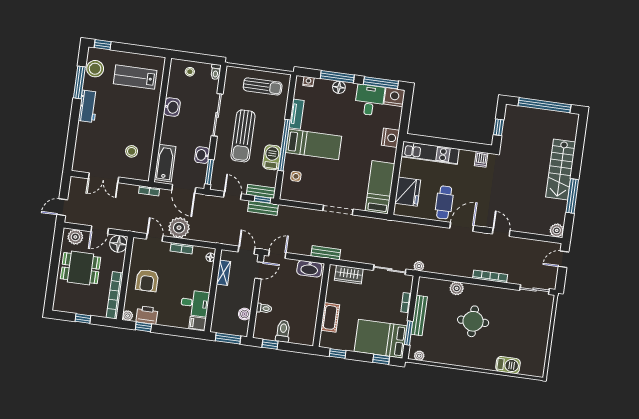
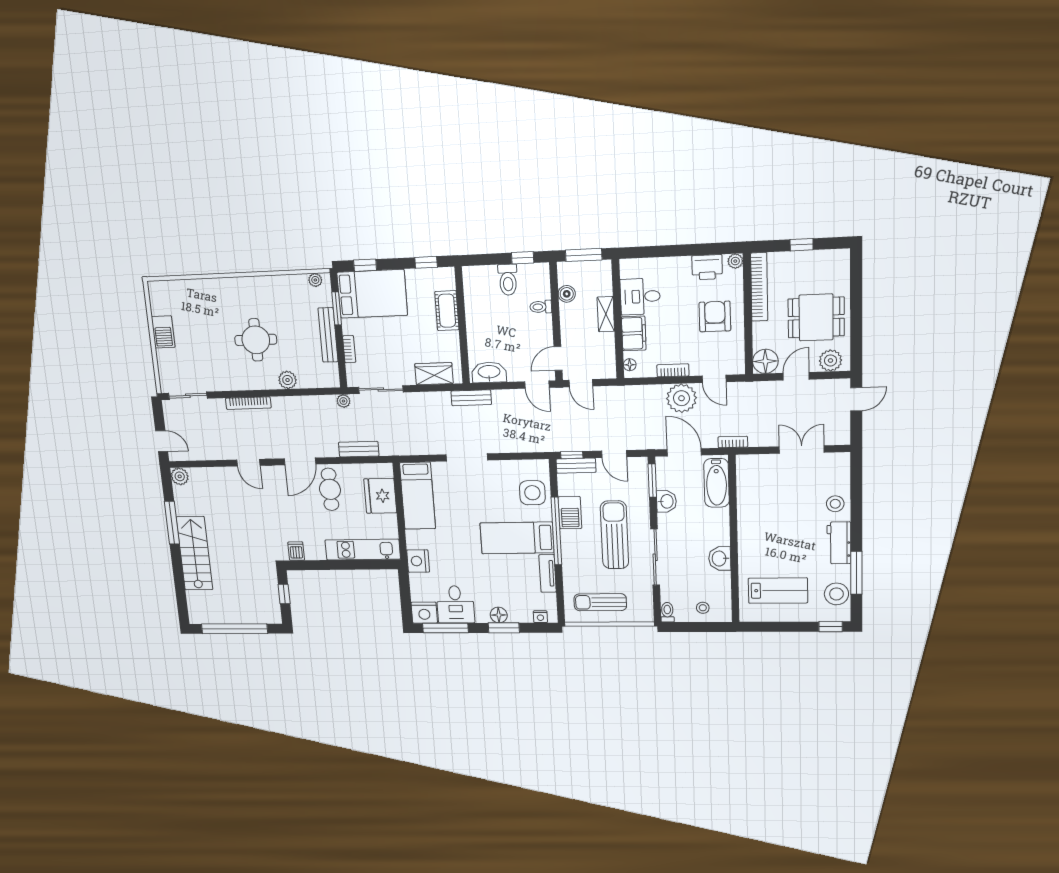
window: (337, 77) -> (504, 628), width x0.69
stool: (132, 151) -> (835, 504), moved
side table: (296, 176) -> (532, 493), width x1.87, depth x1.87
bench: (263, 208) -> (359, 449), moved
door: (277, 254) -> (537, 385), hinge flipped
door: (564, 259) -> (162, 441), hinge flipped
shelving: (223, 273) -> (606, 314), moved
filing cabinet: (198, 323) -> (634, 333), moved, width x2.00
window: (143, 327) -> (709, 249), removed
barbecue: (508, 365) -> (163, 332), moved, turned -90

